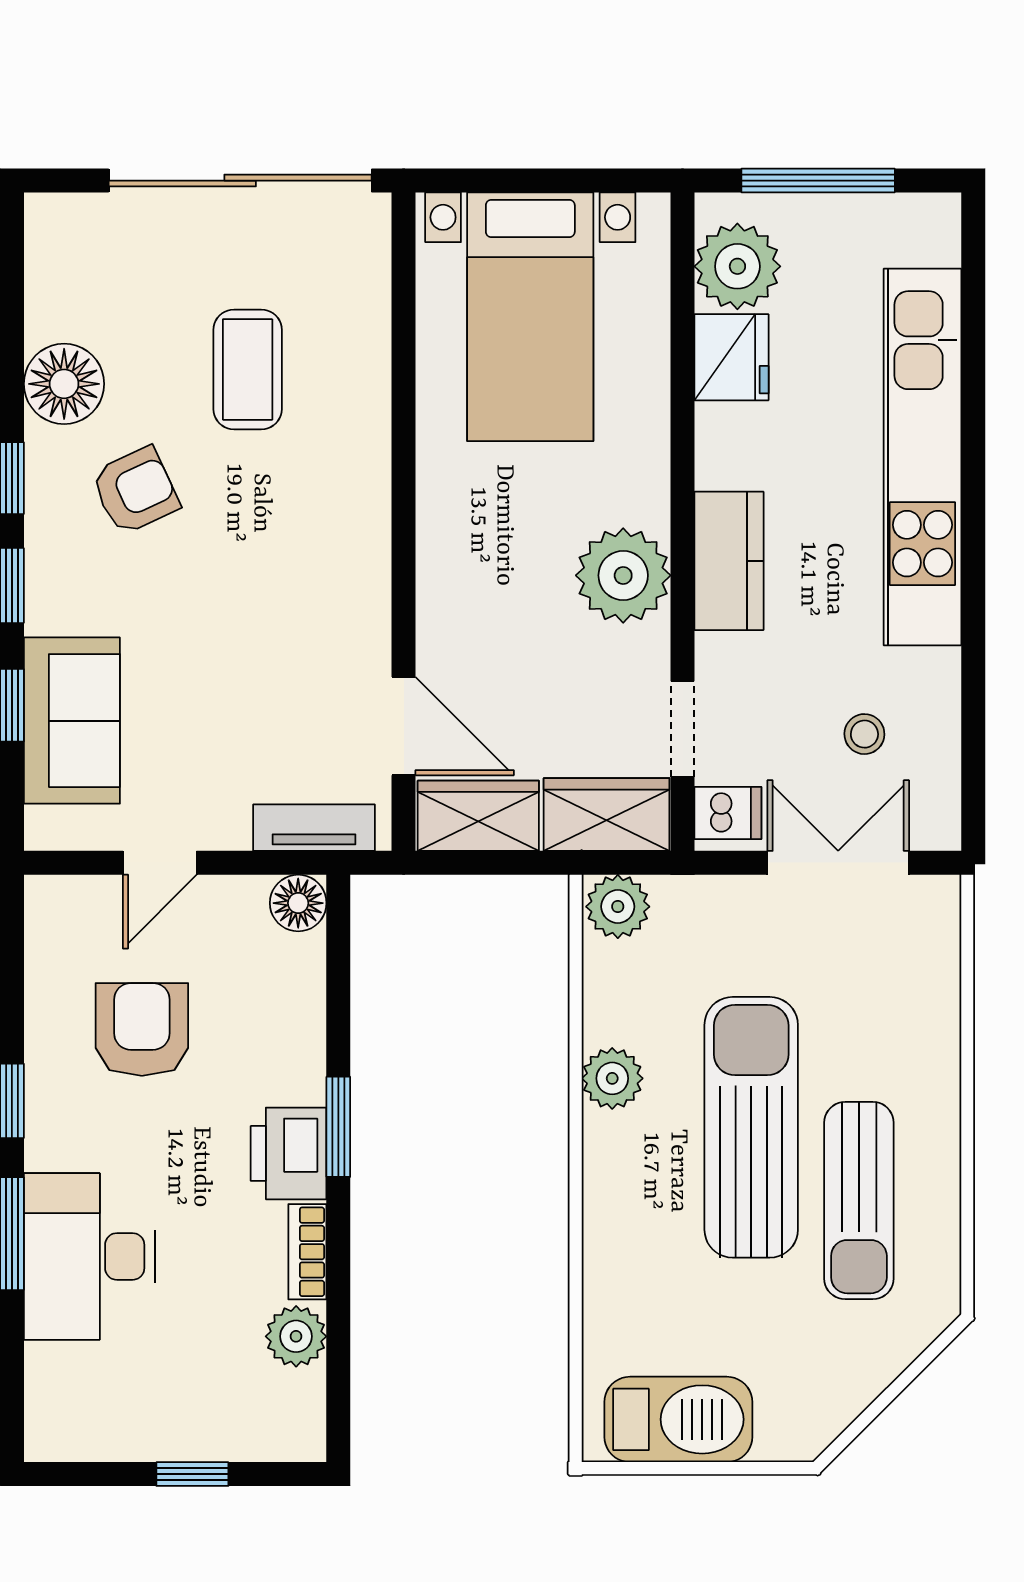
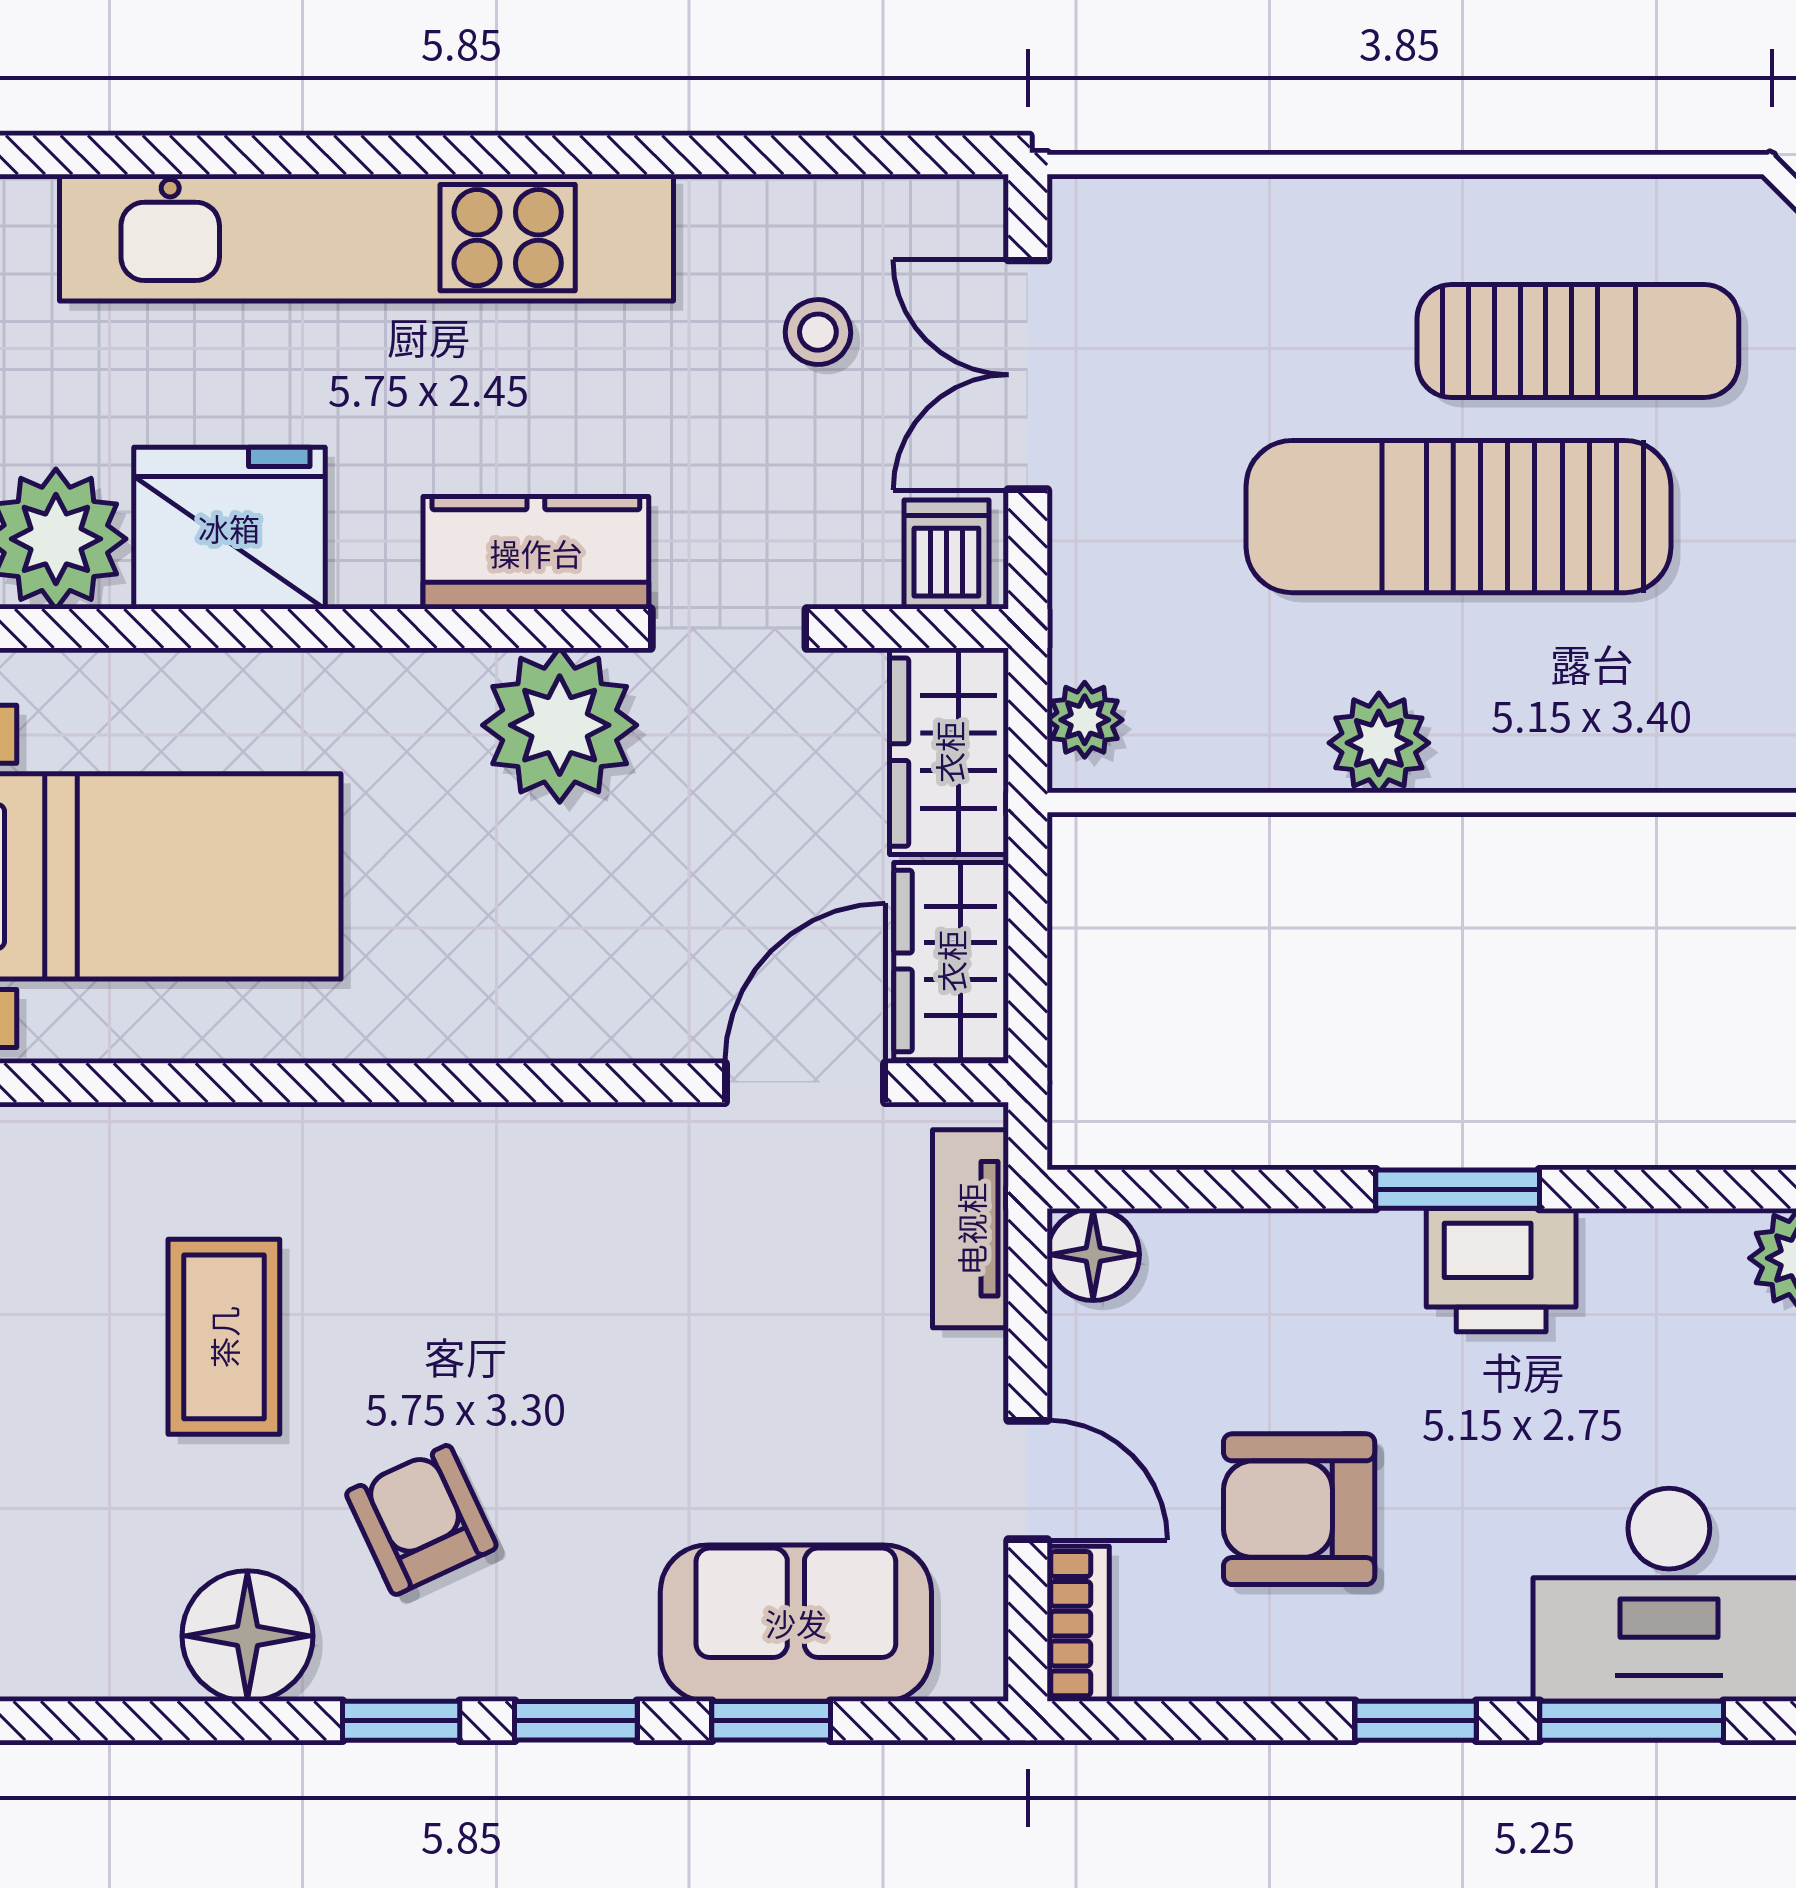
fridge: (731, 357) -> (229, 528), width x1.36, depth x1.34
coffee table: (248, 369) -> (224, 1337), turned 90
doorway: (682, 729) -> (729, 628), moved
plant: (618, 907) -> (1085, 720), width x0.73, depth x0.73
bookcase: (307, 1252) -> (1078, 1624), moved, turned -90

